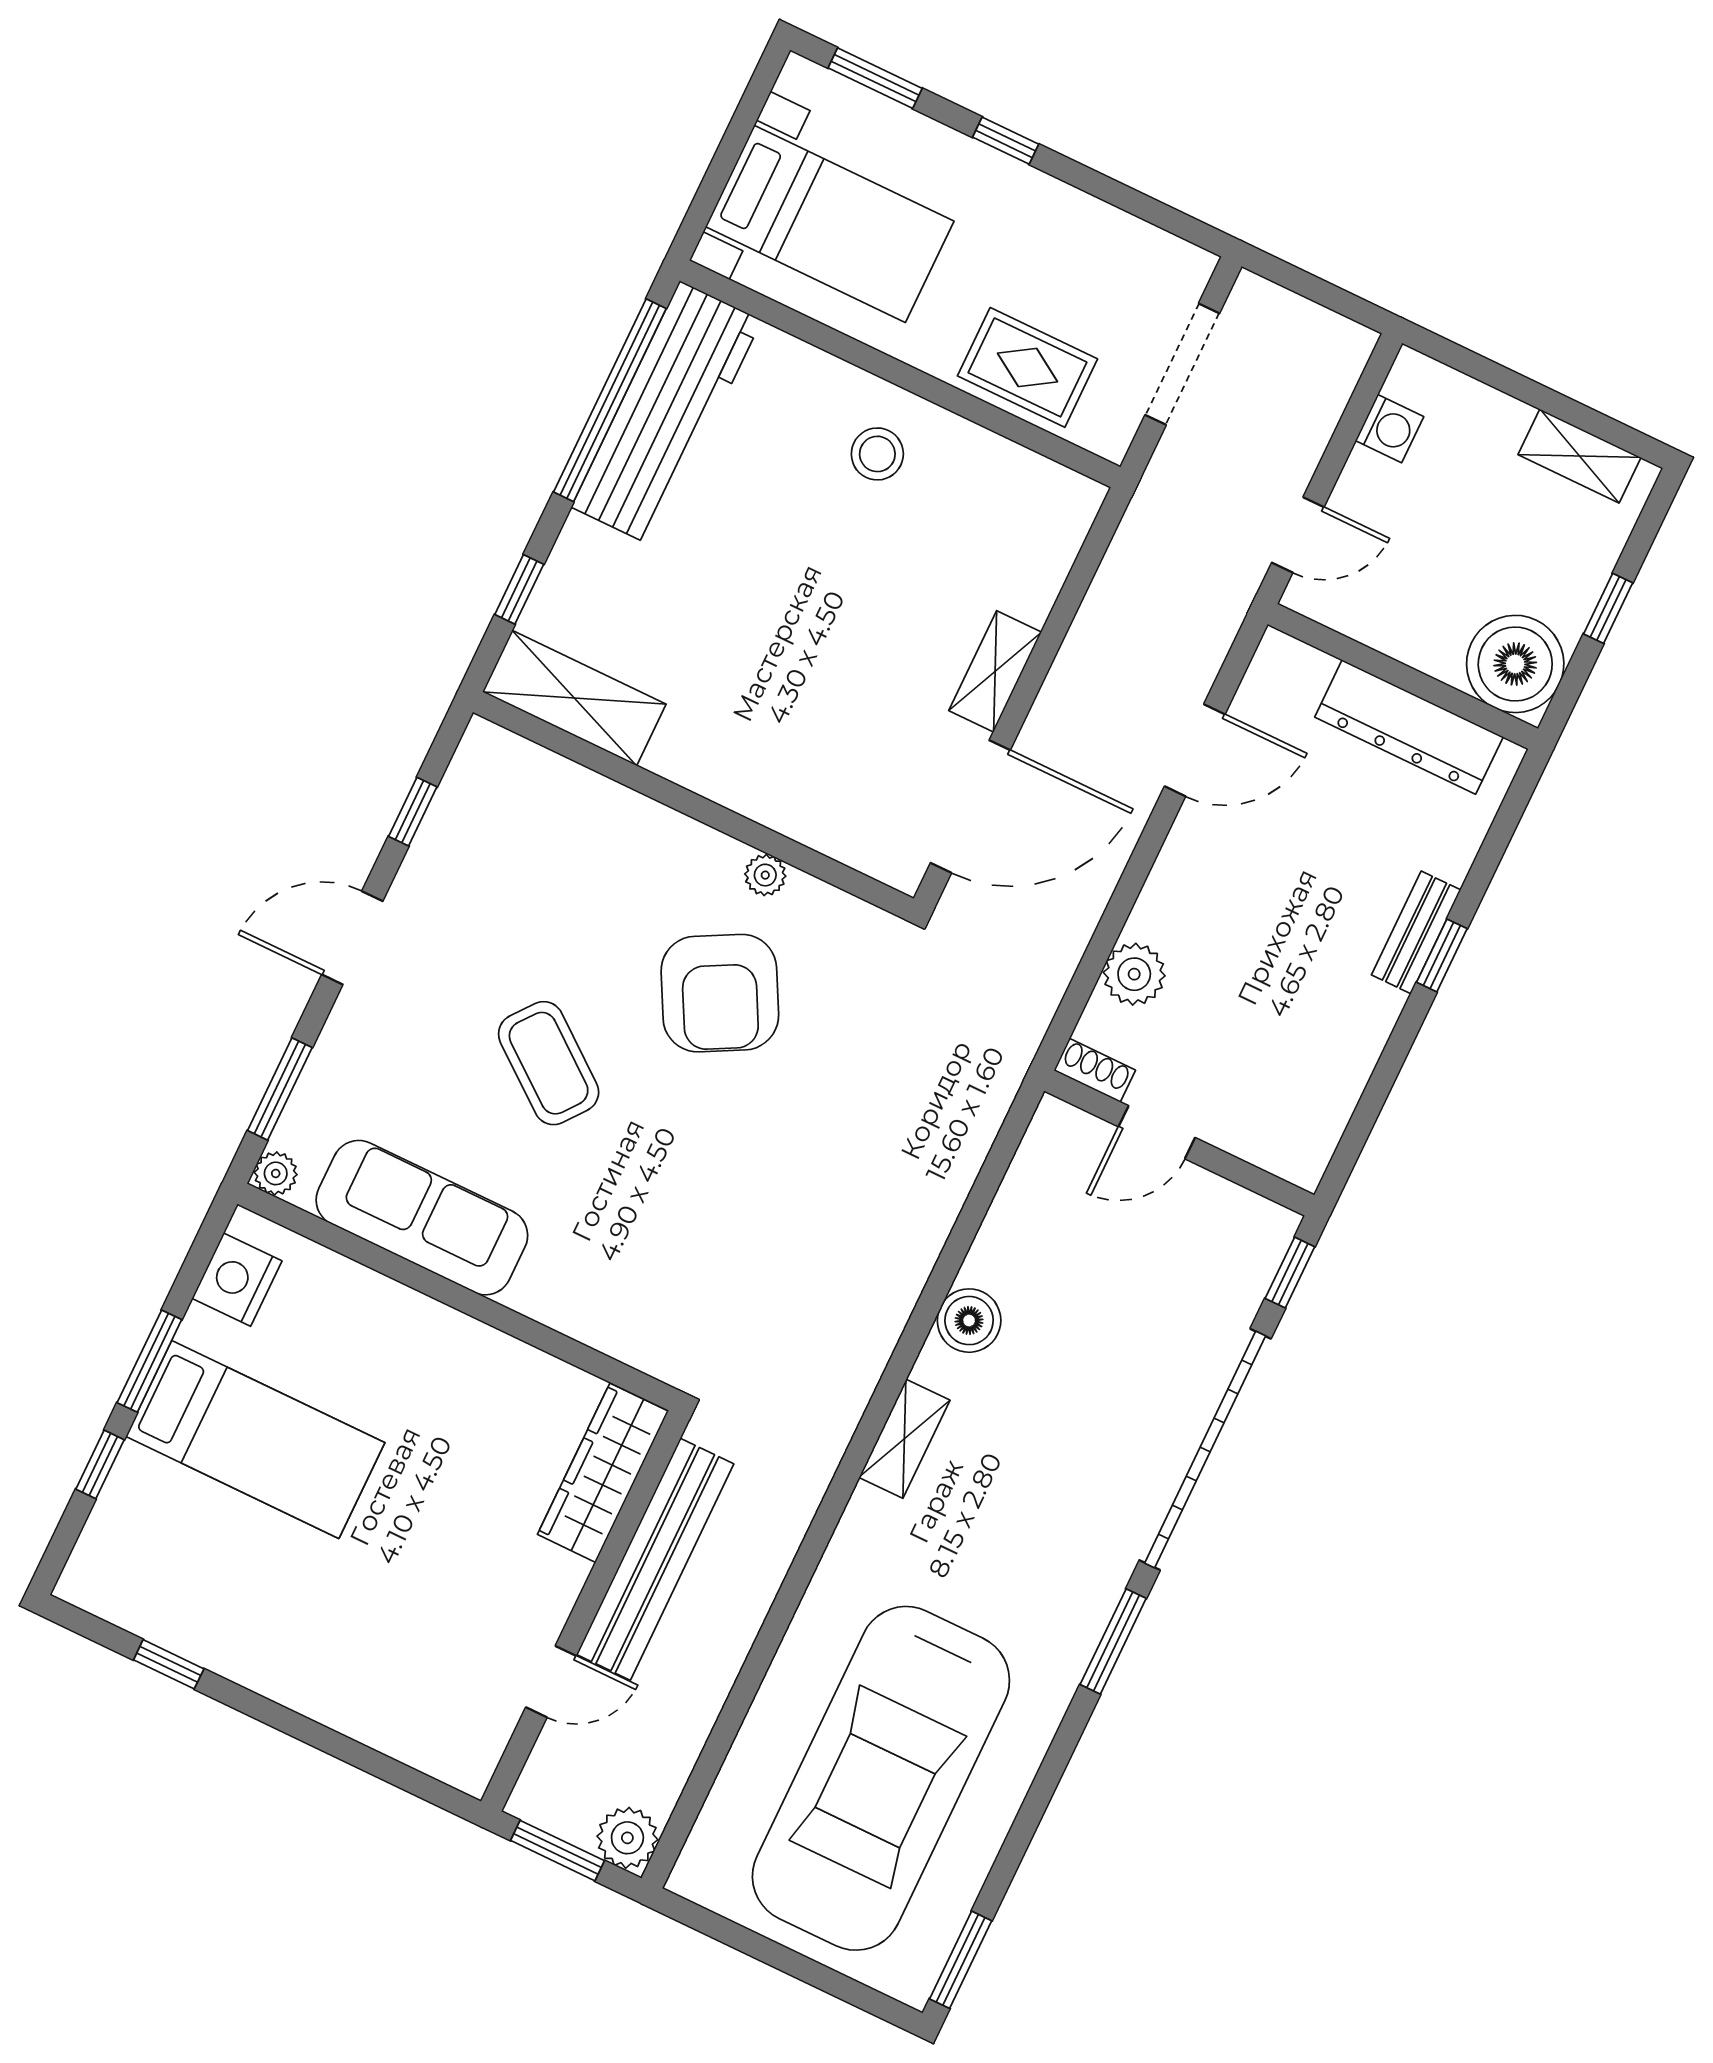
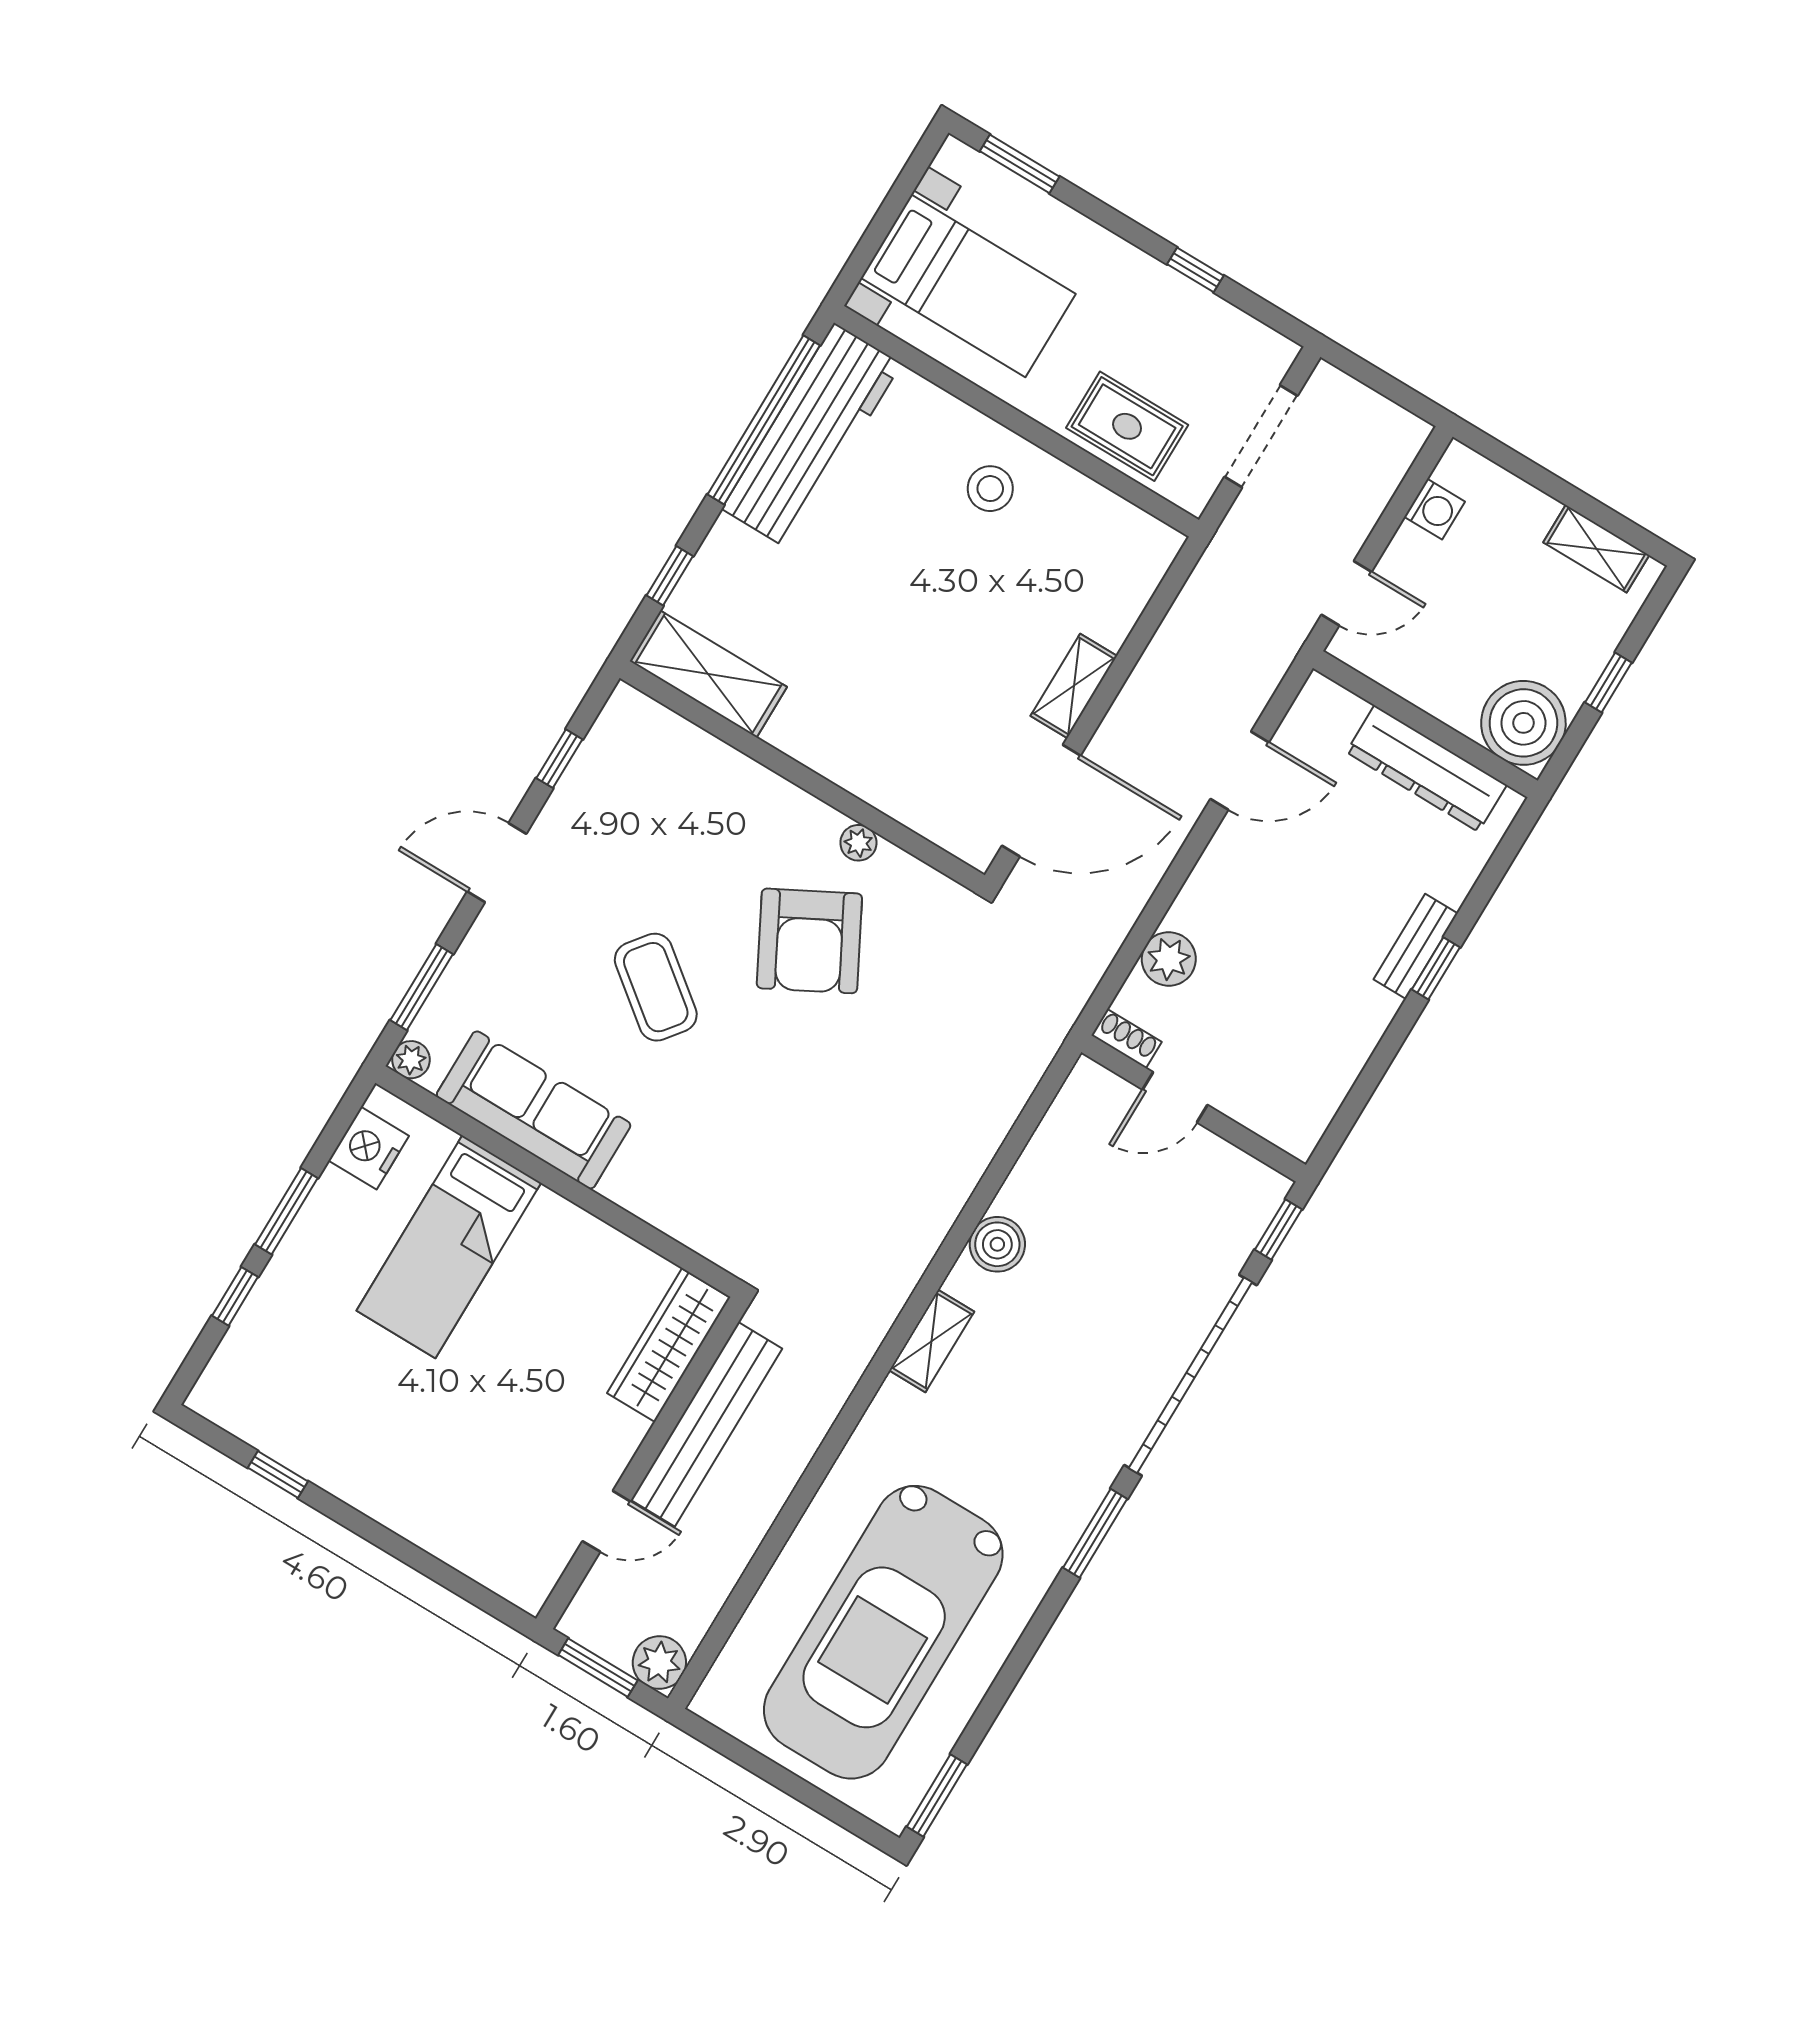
window: (1006, 141) -> (1195, 270), moved
bed: (255, 1439) -> (449, 1247), moved, turned 90

